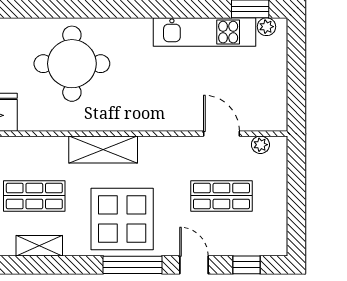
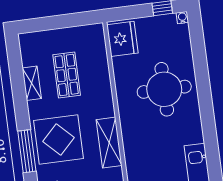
shelving: (103, 150) -> (109, 143), moved

